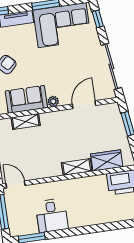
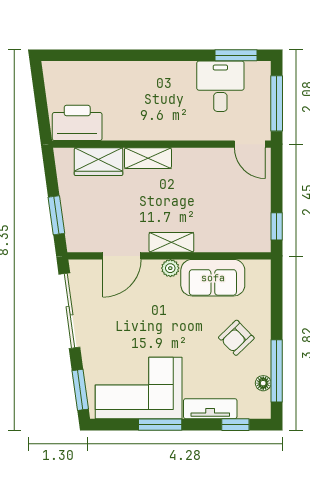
window: (98, 19) -> (80, 390), width x1.50
shelving: (26, 122) -> (171, 242), moved
desk: (52, 215) -> (220, 86), moved

